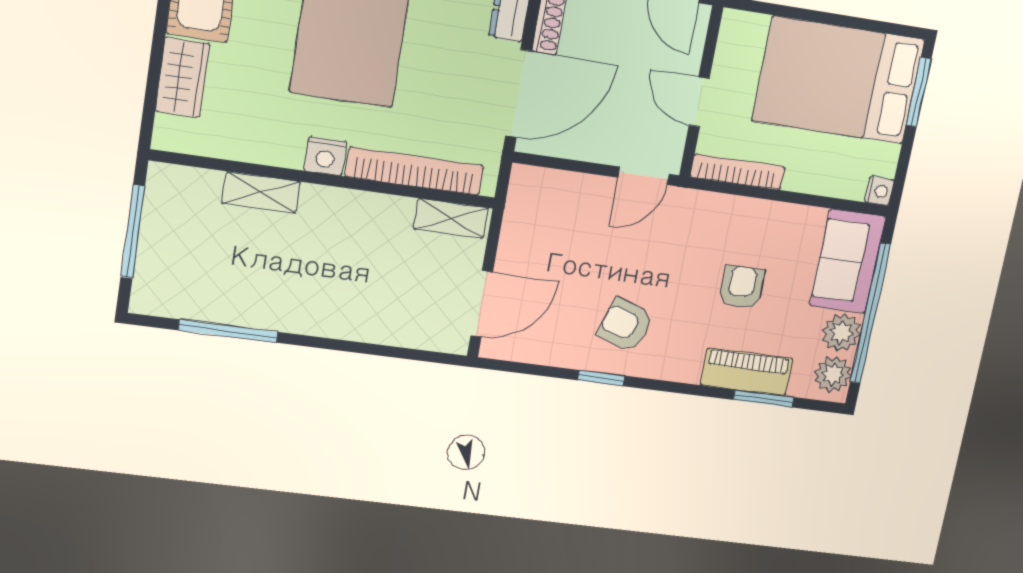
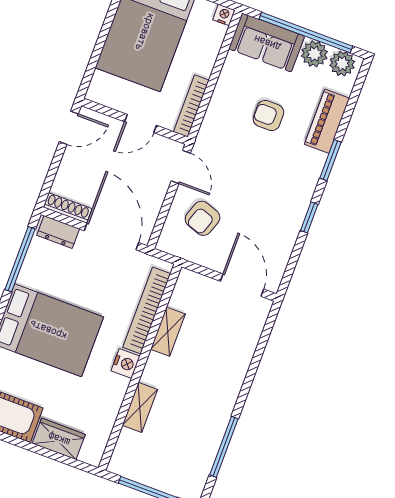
shelving: (451, 218) -> (168, 332), moved
armchair: (626, 325) -> (203, 218), moved
window: (764, 399) -> (331, 160), moved

